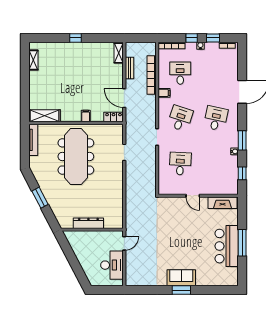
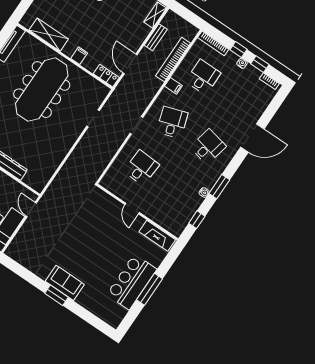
shelving: (45, 116) -> (49, 35), moved
desk: (180, 118) -> (172, 122), turned -36
door: (124, 243) -> (31, 209), swing flipped

